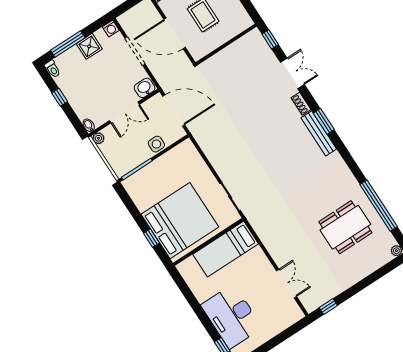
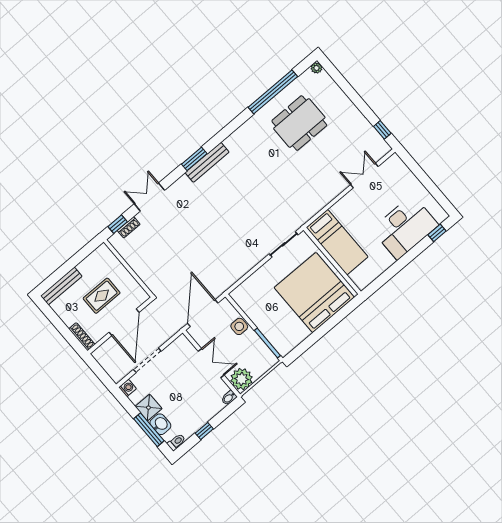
washbasin: (145, 88) -> (160, 424), moved, turned 180
shoe rack: (301, 104) -> (129, 227), moved
plant: (98, 138) -> (241, 379), width x1.88, depth x1.88
dining table: (345, 227) -> (299, 123), turned 90
window: (151, 238) -> (336, 319), removed

